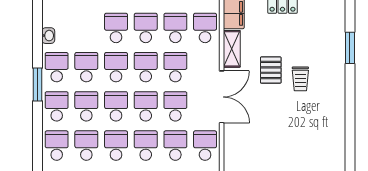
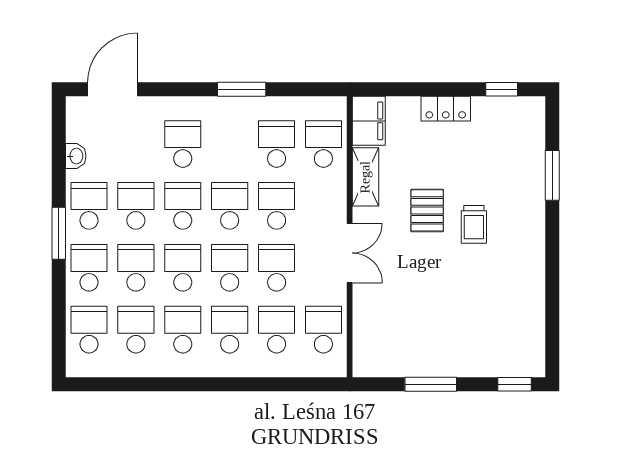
school desk: (146, 28) -> (230, 144), removed
double door: (222, 97) -> (350, 253), width x0.73

